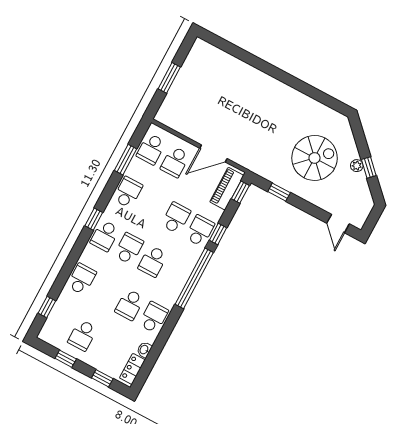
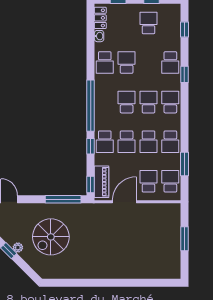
window: (279, 192) -> (63, 199), width x2.17
school desk: (152, 205) -> (148, 142), added
window: (94, 219) -> (184, 74), moved
school desk: (129, 248) -> (148, 102), turned 180

